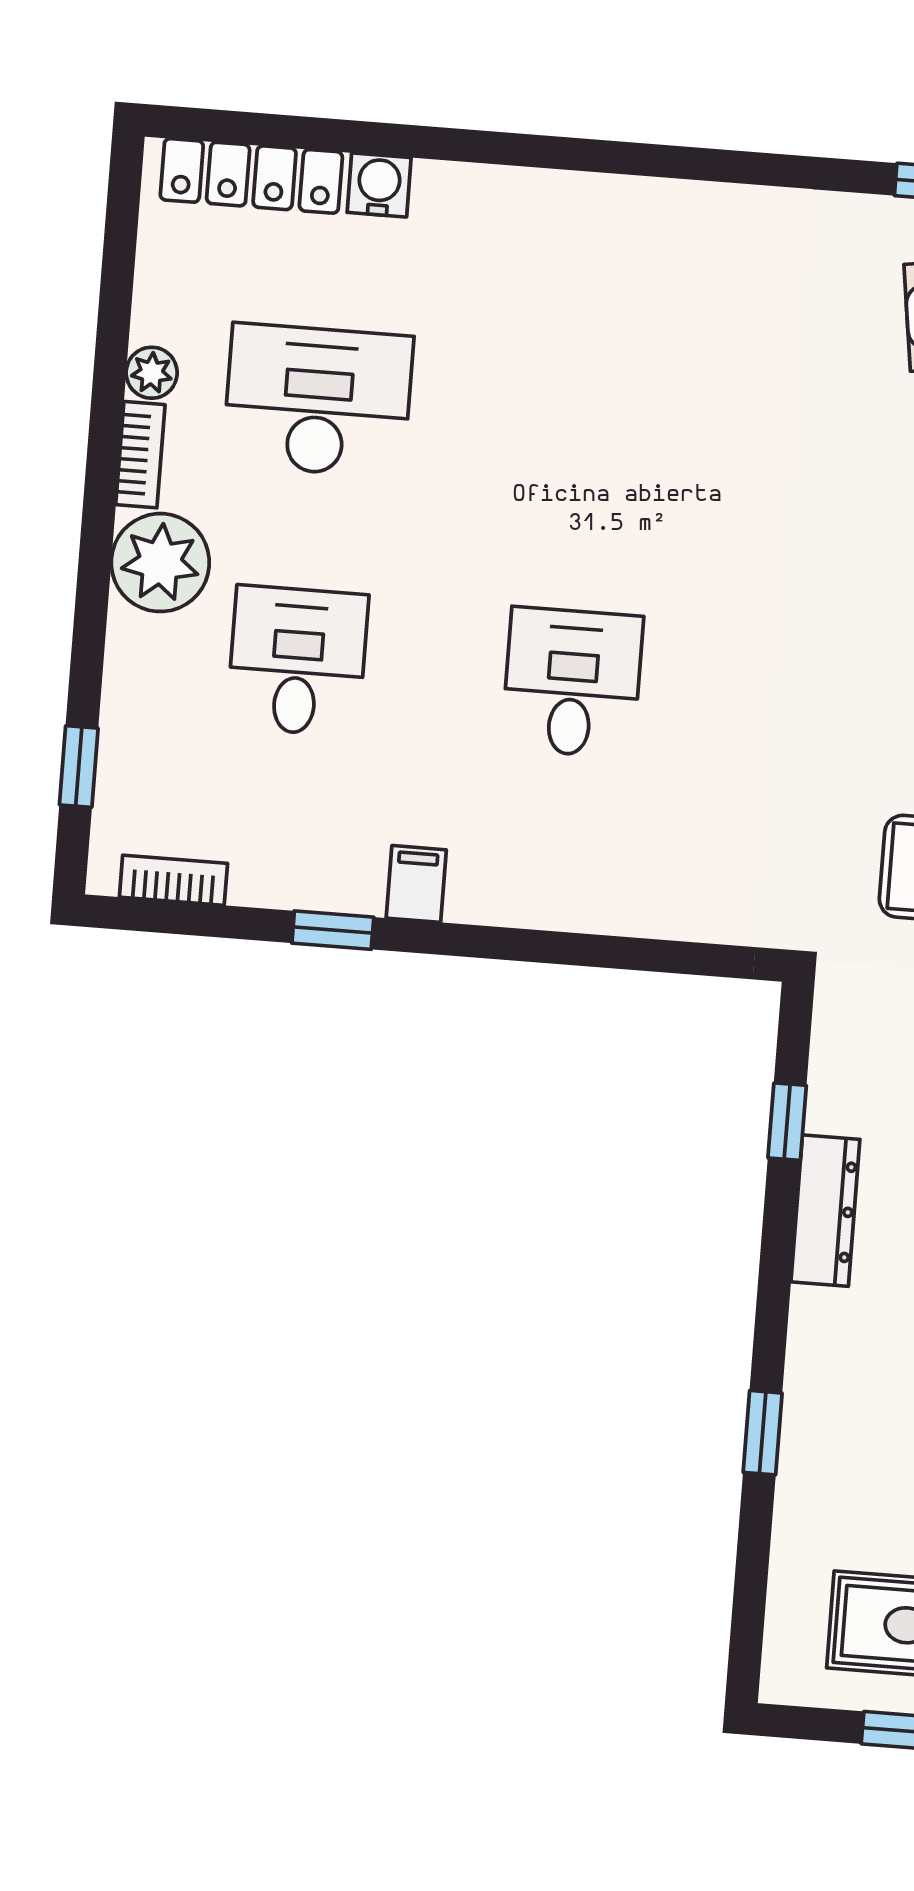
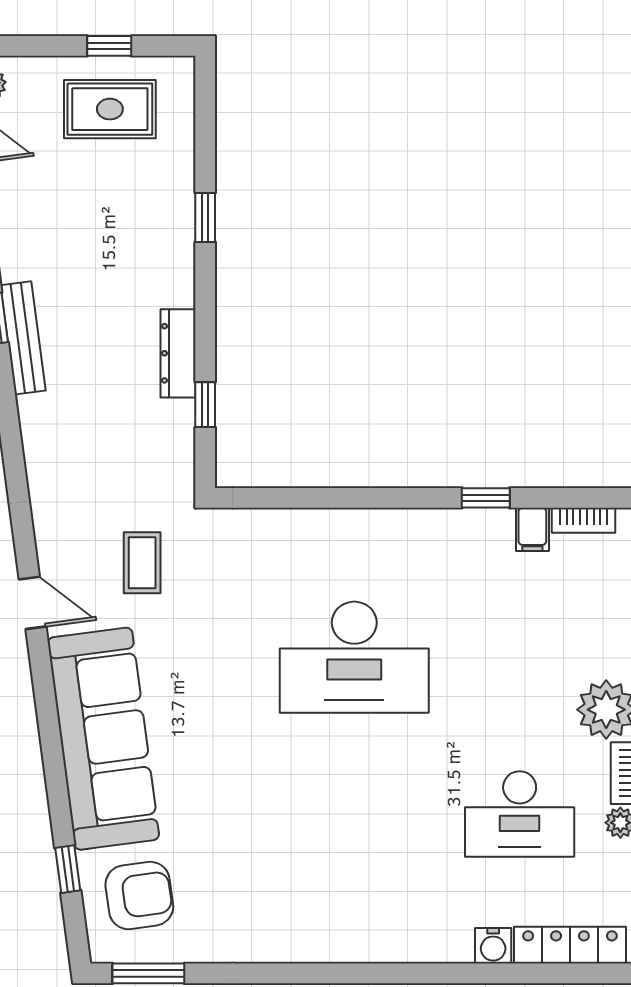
desk: (297, 661) -> (520, 657), removed
desk: (572, 682) -> (354, 657), width x1.87, depth x1.30
filing cabinet: (416, 884) -> (532, 529), moved

